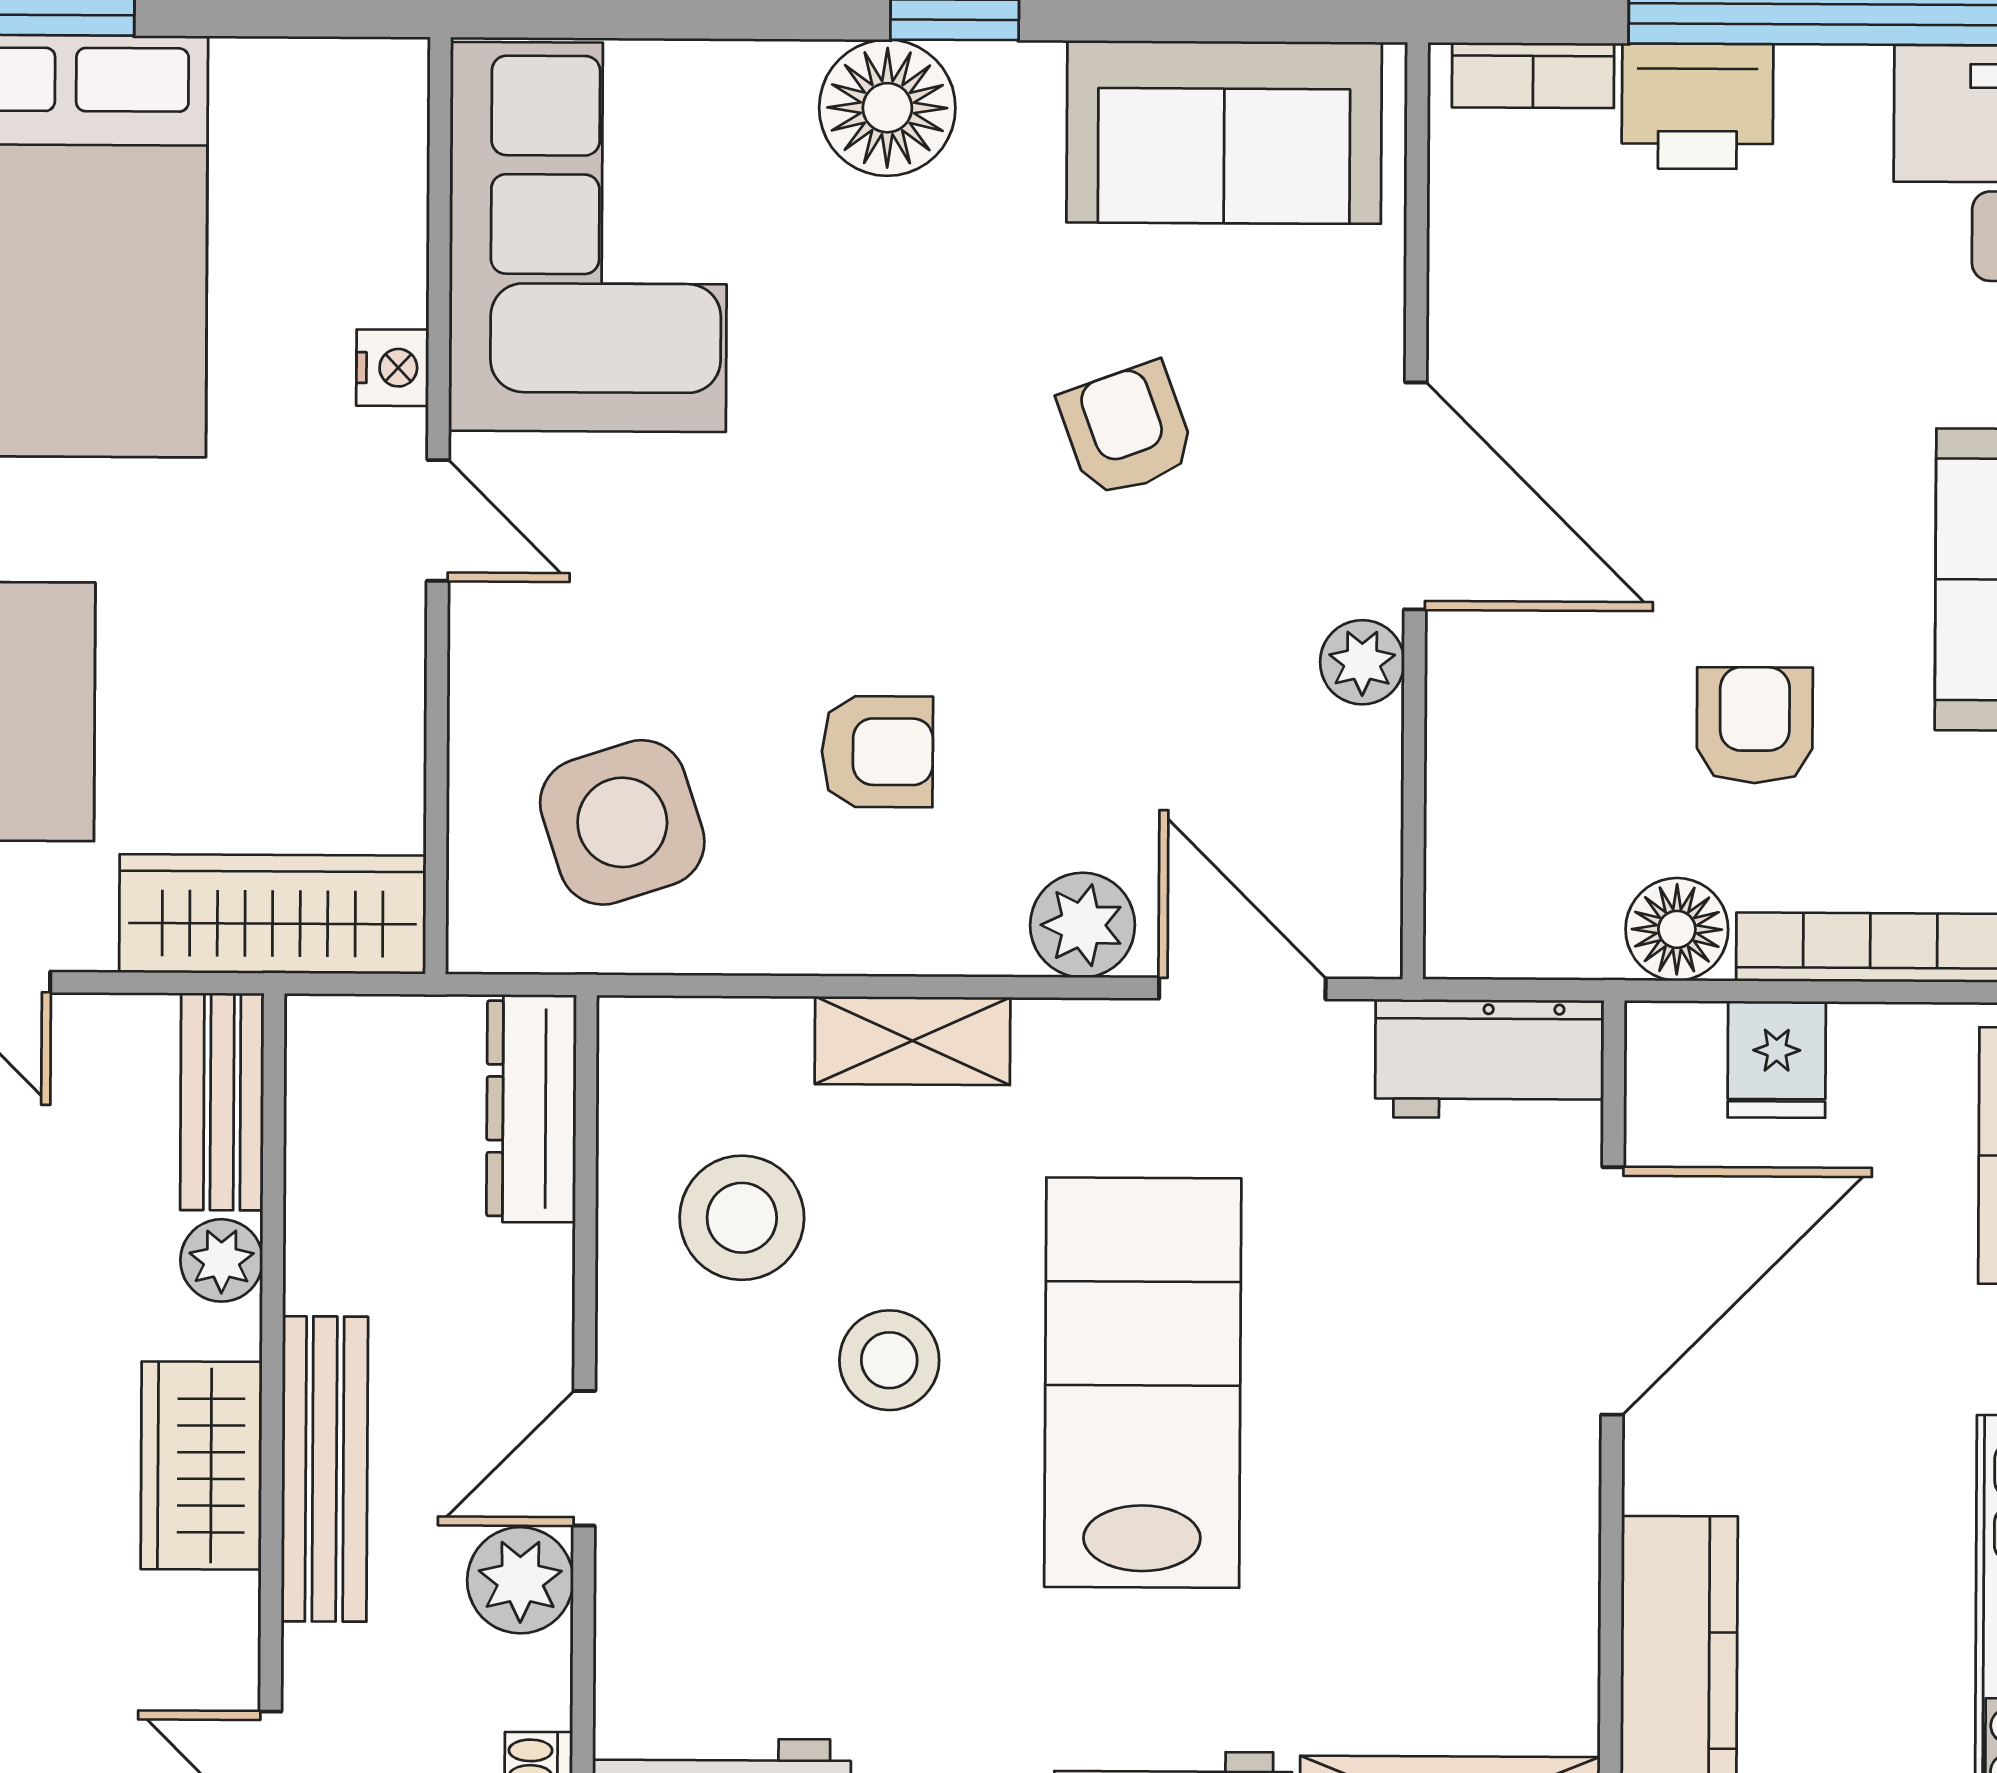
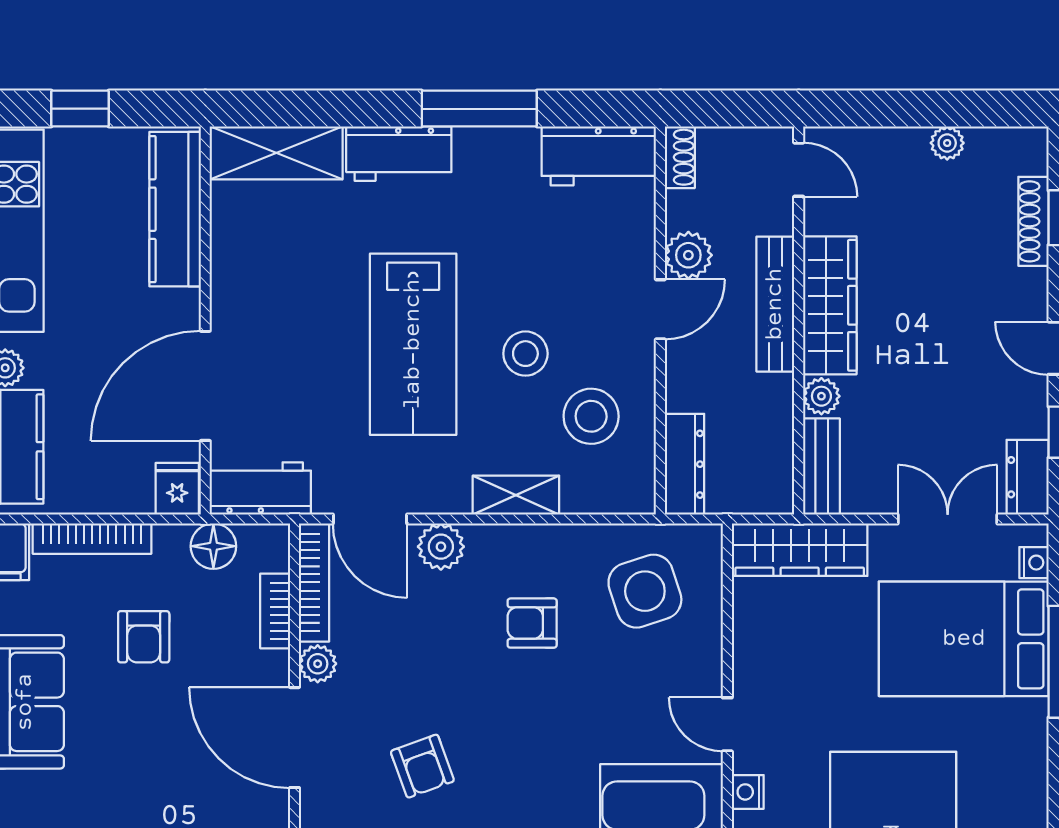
bookcase: (1458, 782) -> (275, 611), added
bookcase: (1369, 846) -> (314, 582), added
floor lamp: (1677, 929) -> (213, 546), moved
fridge: (1777, 1060) -> (177, 489), moved
wardrobe: (201, 1466) -> (830, 305), width x1.50

